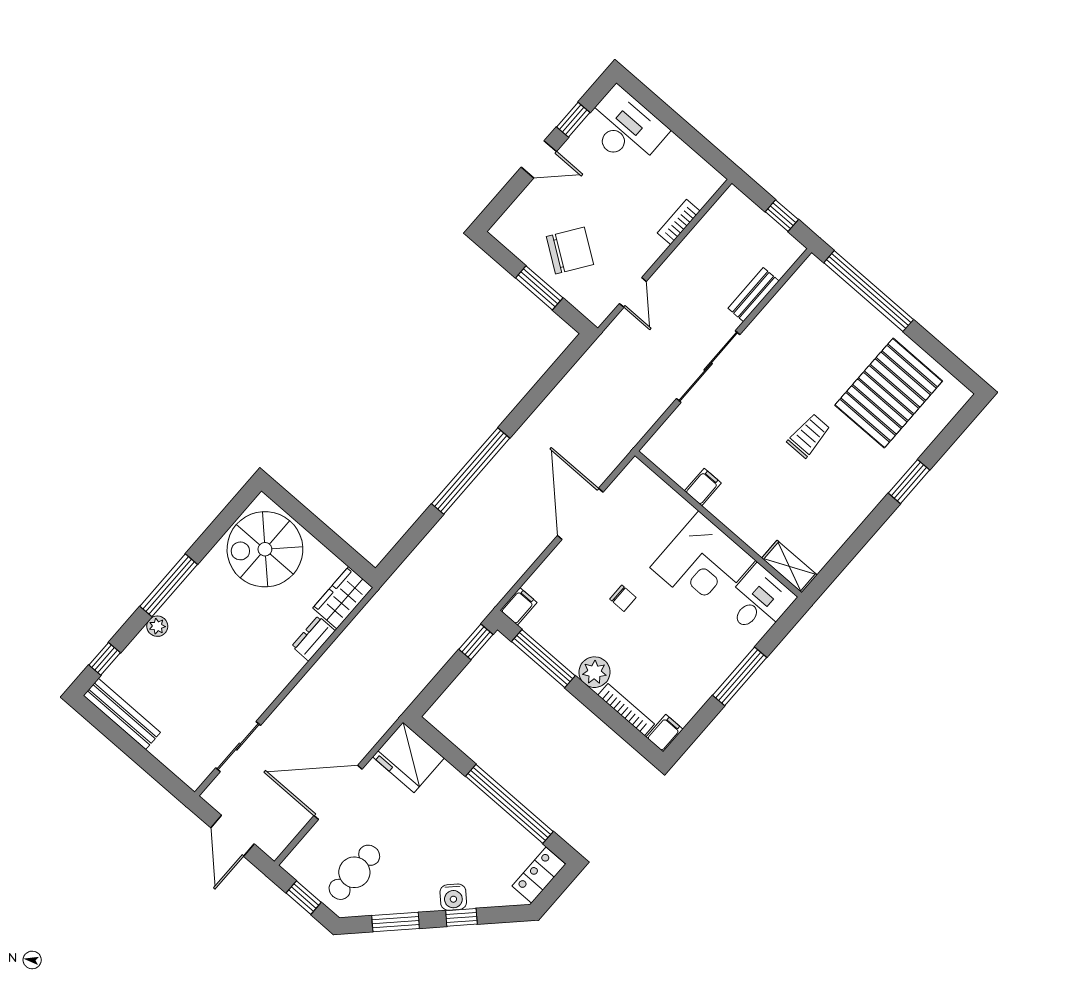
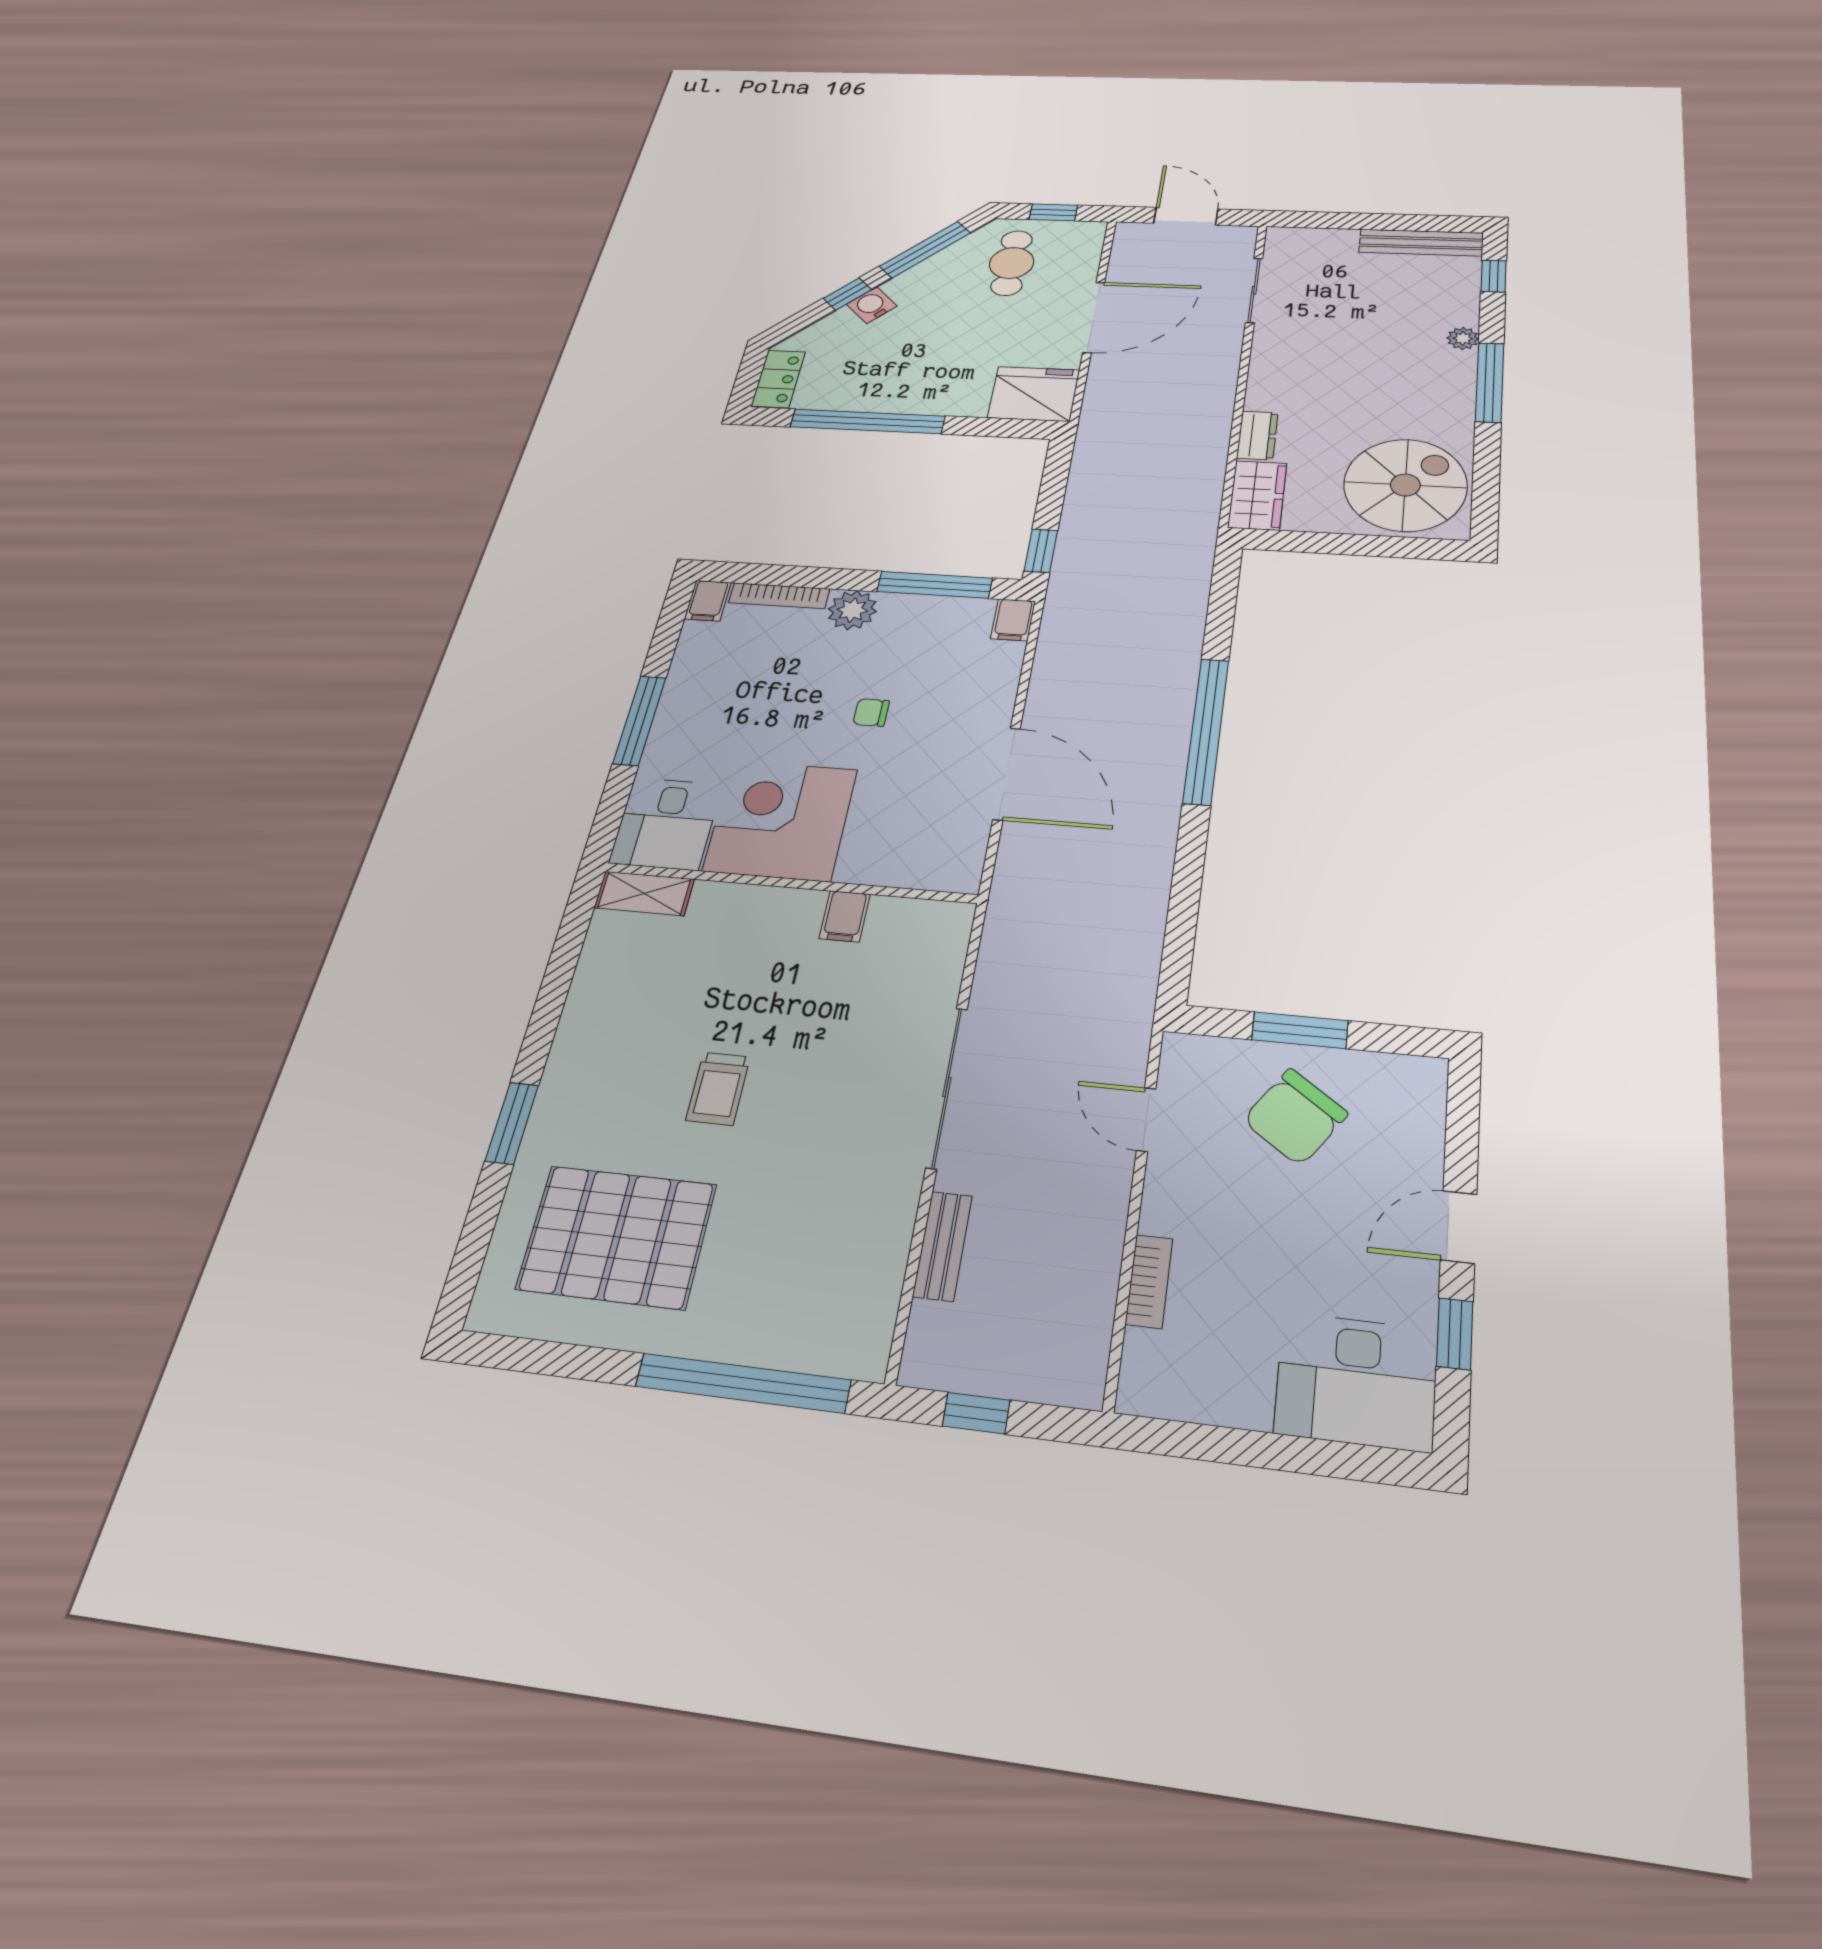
pallet: (889, 393) -> (617, 1237), turned 90
window: (396, 922) -> (925, 250), width x1.44

